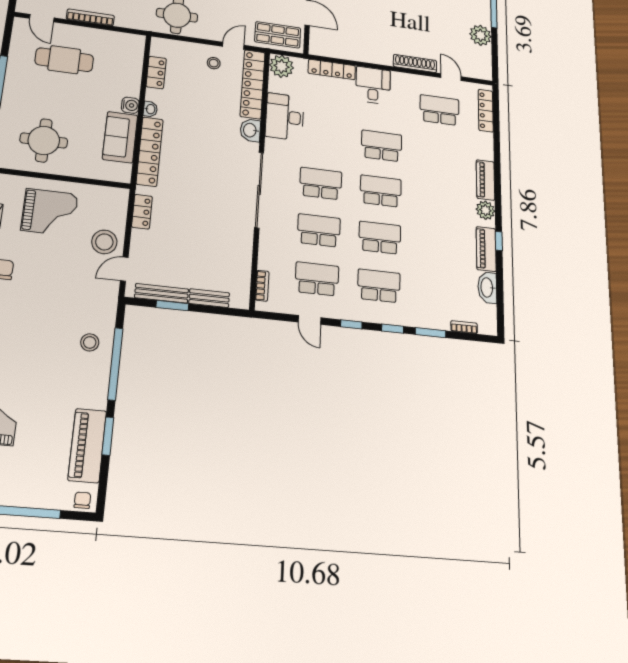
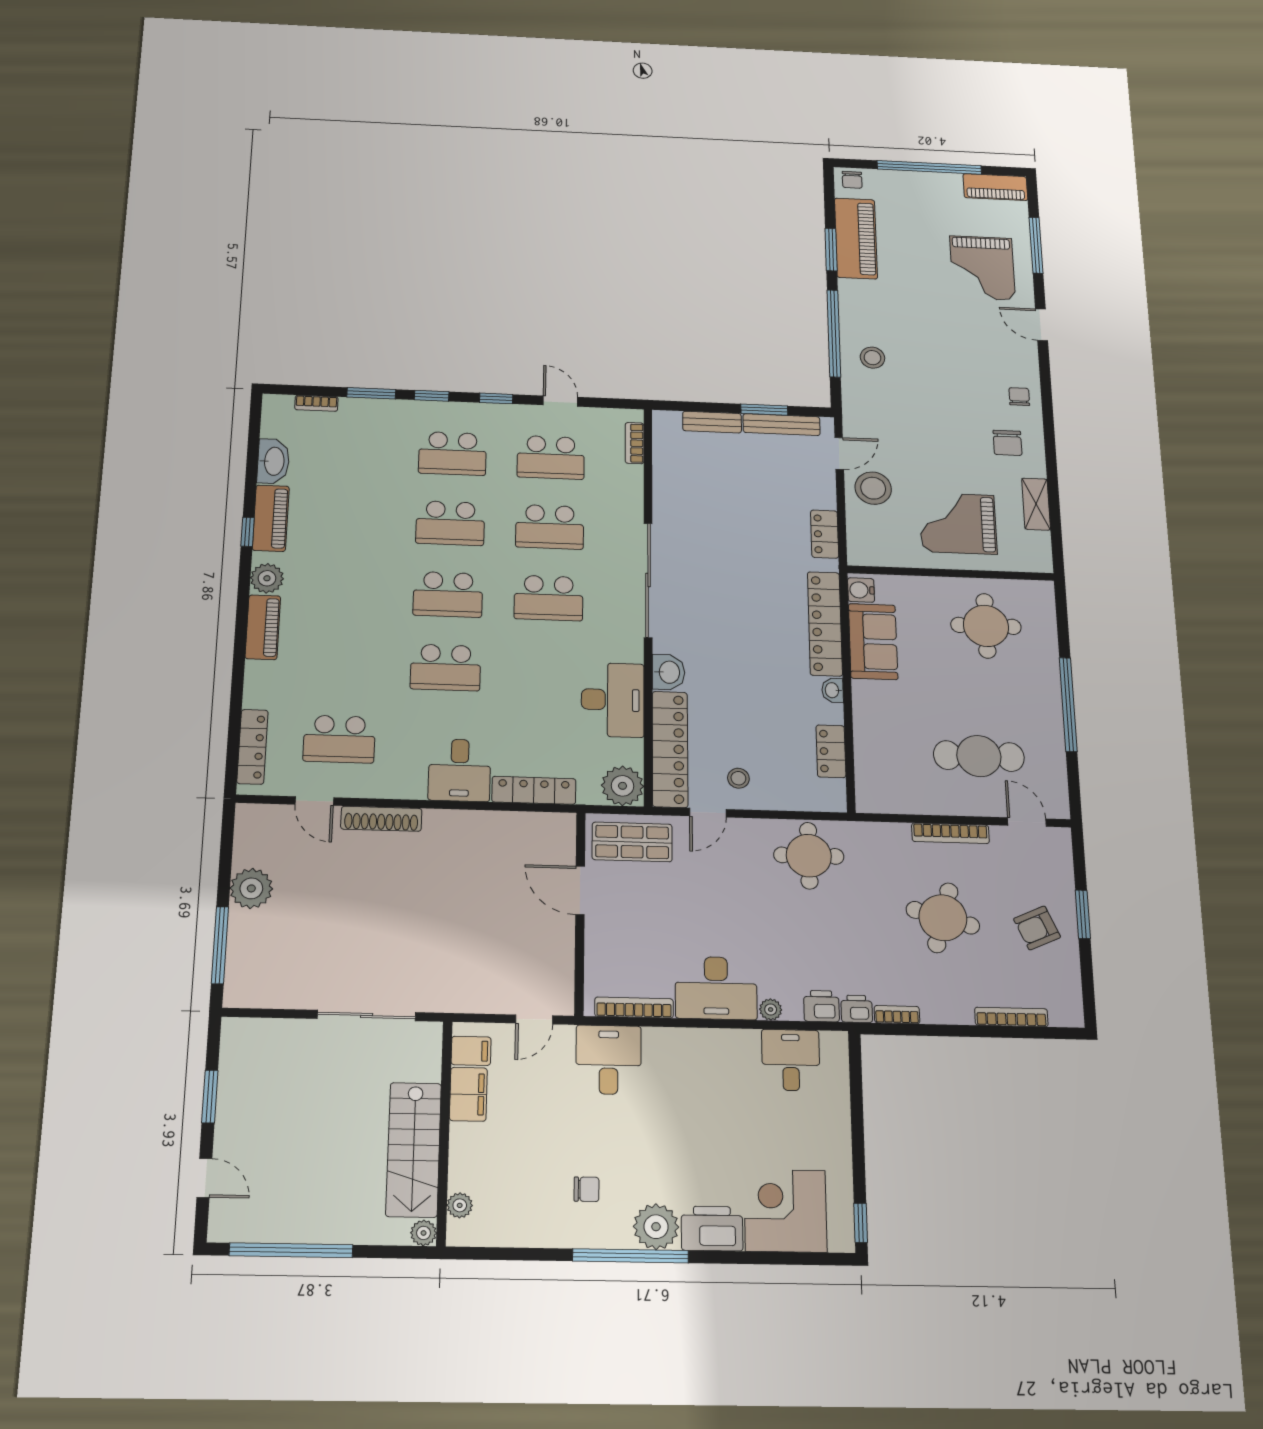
water cooler: (130, 105) -> (861, 590), moved

